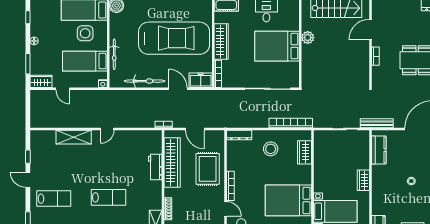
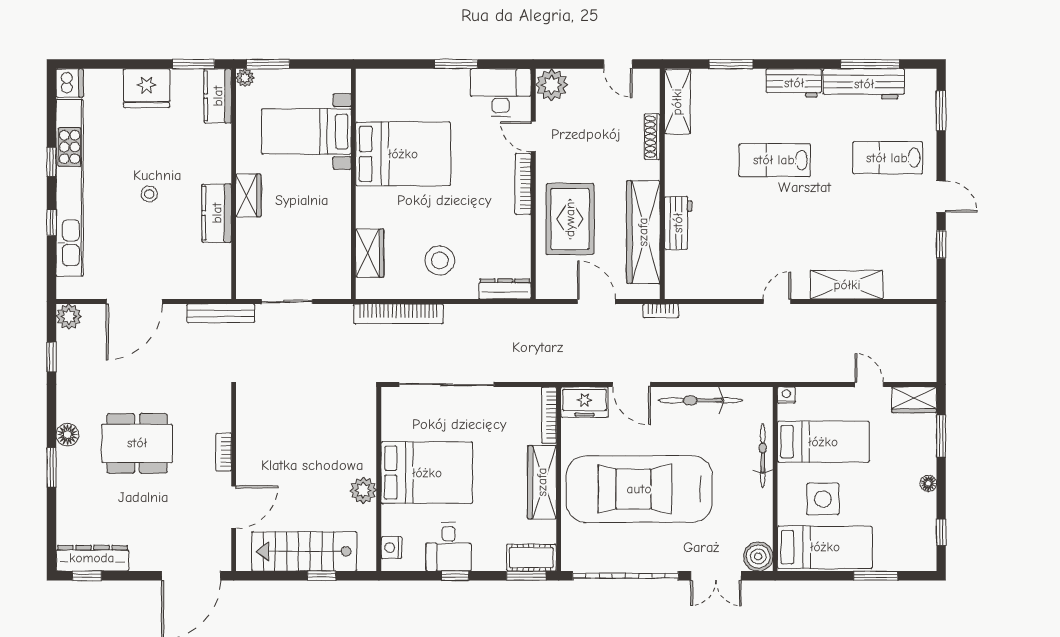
nightstand: (294, 10) -> (391, 548), added
kitchen counter: (379, 150) -> (217, 213), moved

